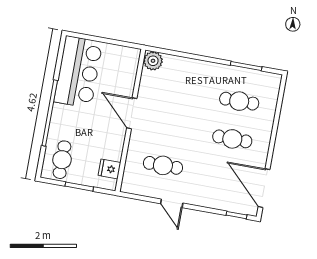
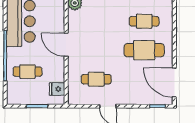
cafe table: (232, 139) -> (144, 50), width x1.37, depth x1.35
cafe table: (62, 160) -> (28, 72), moved, turned 90

